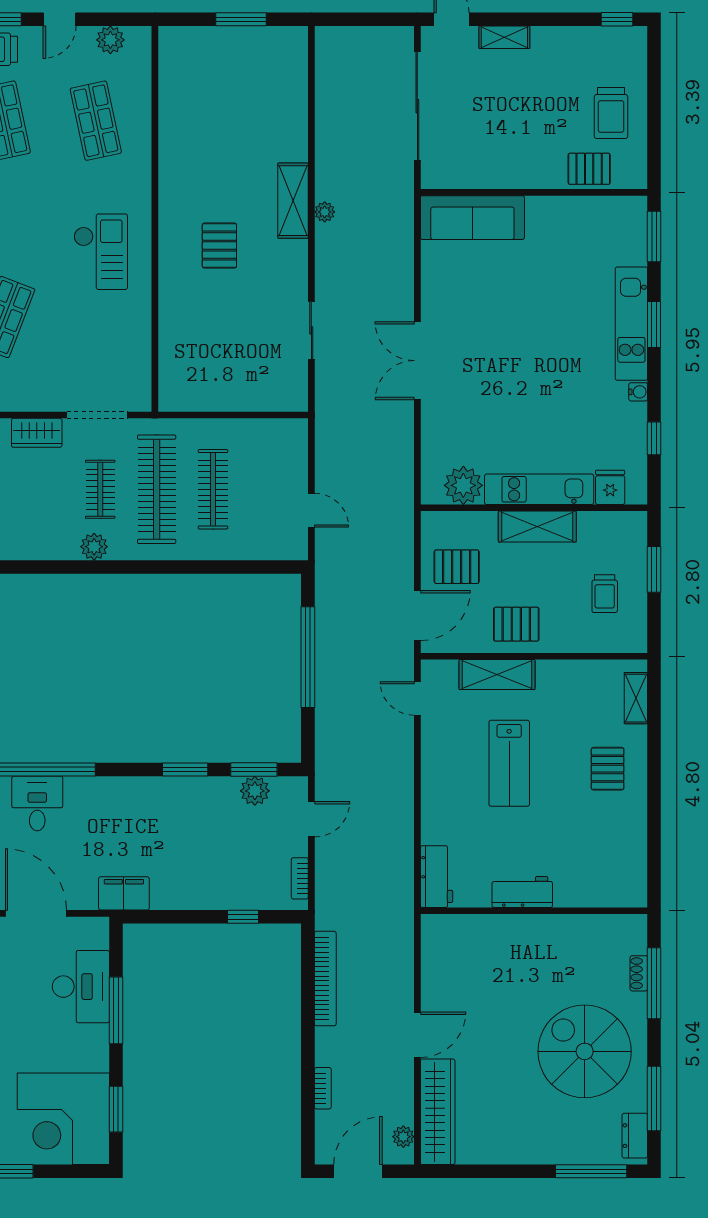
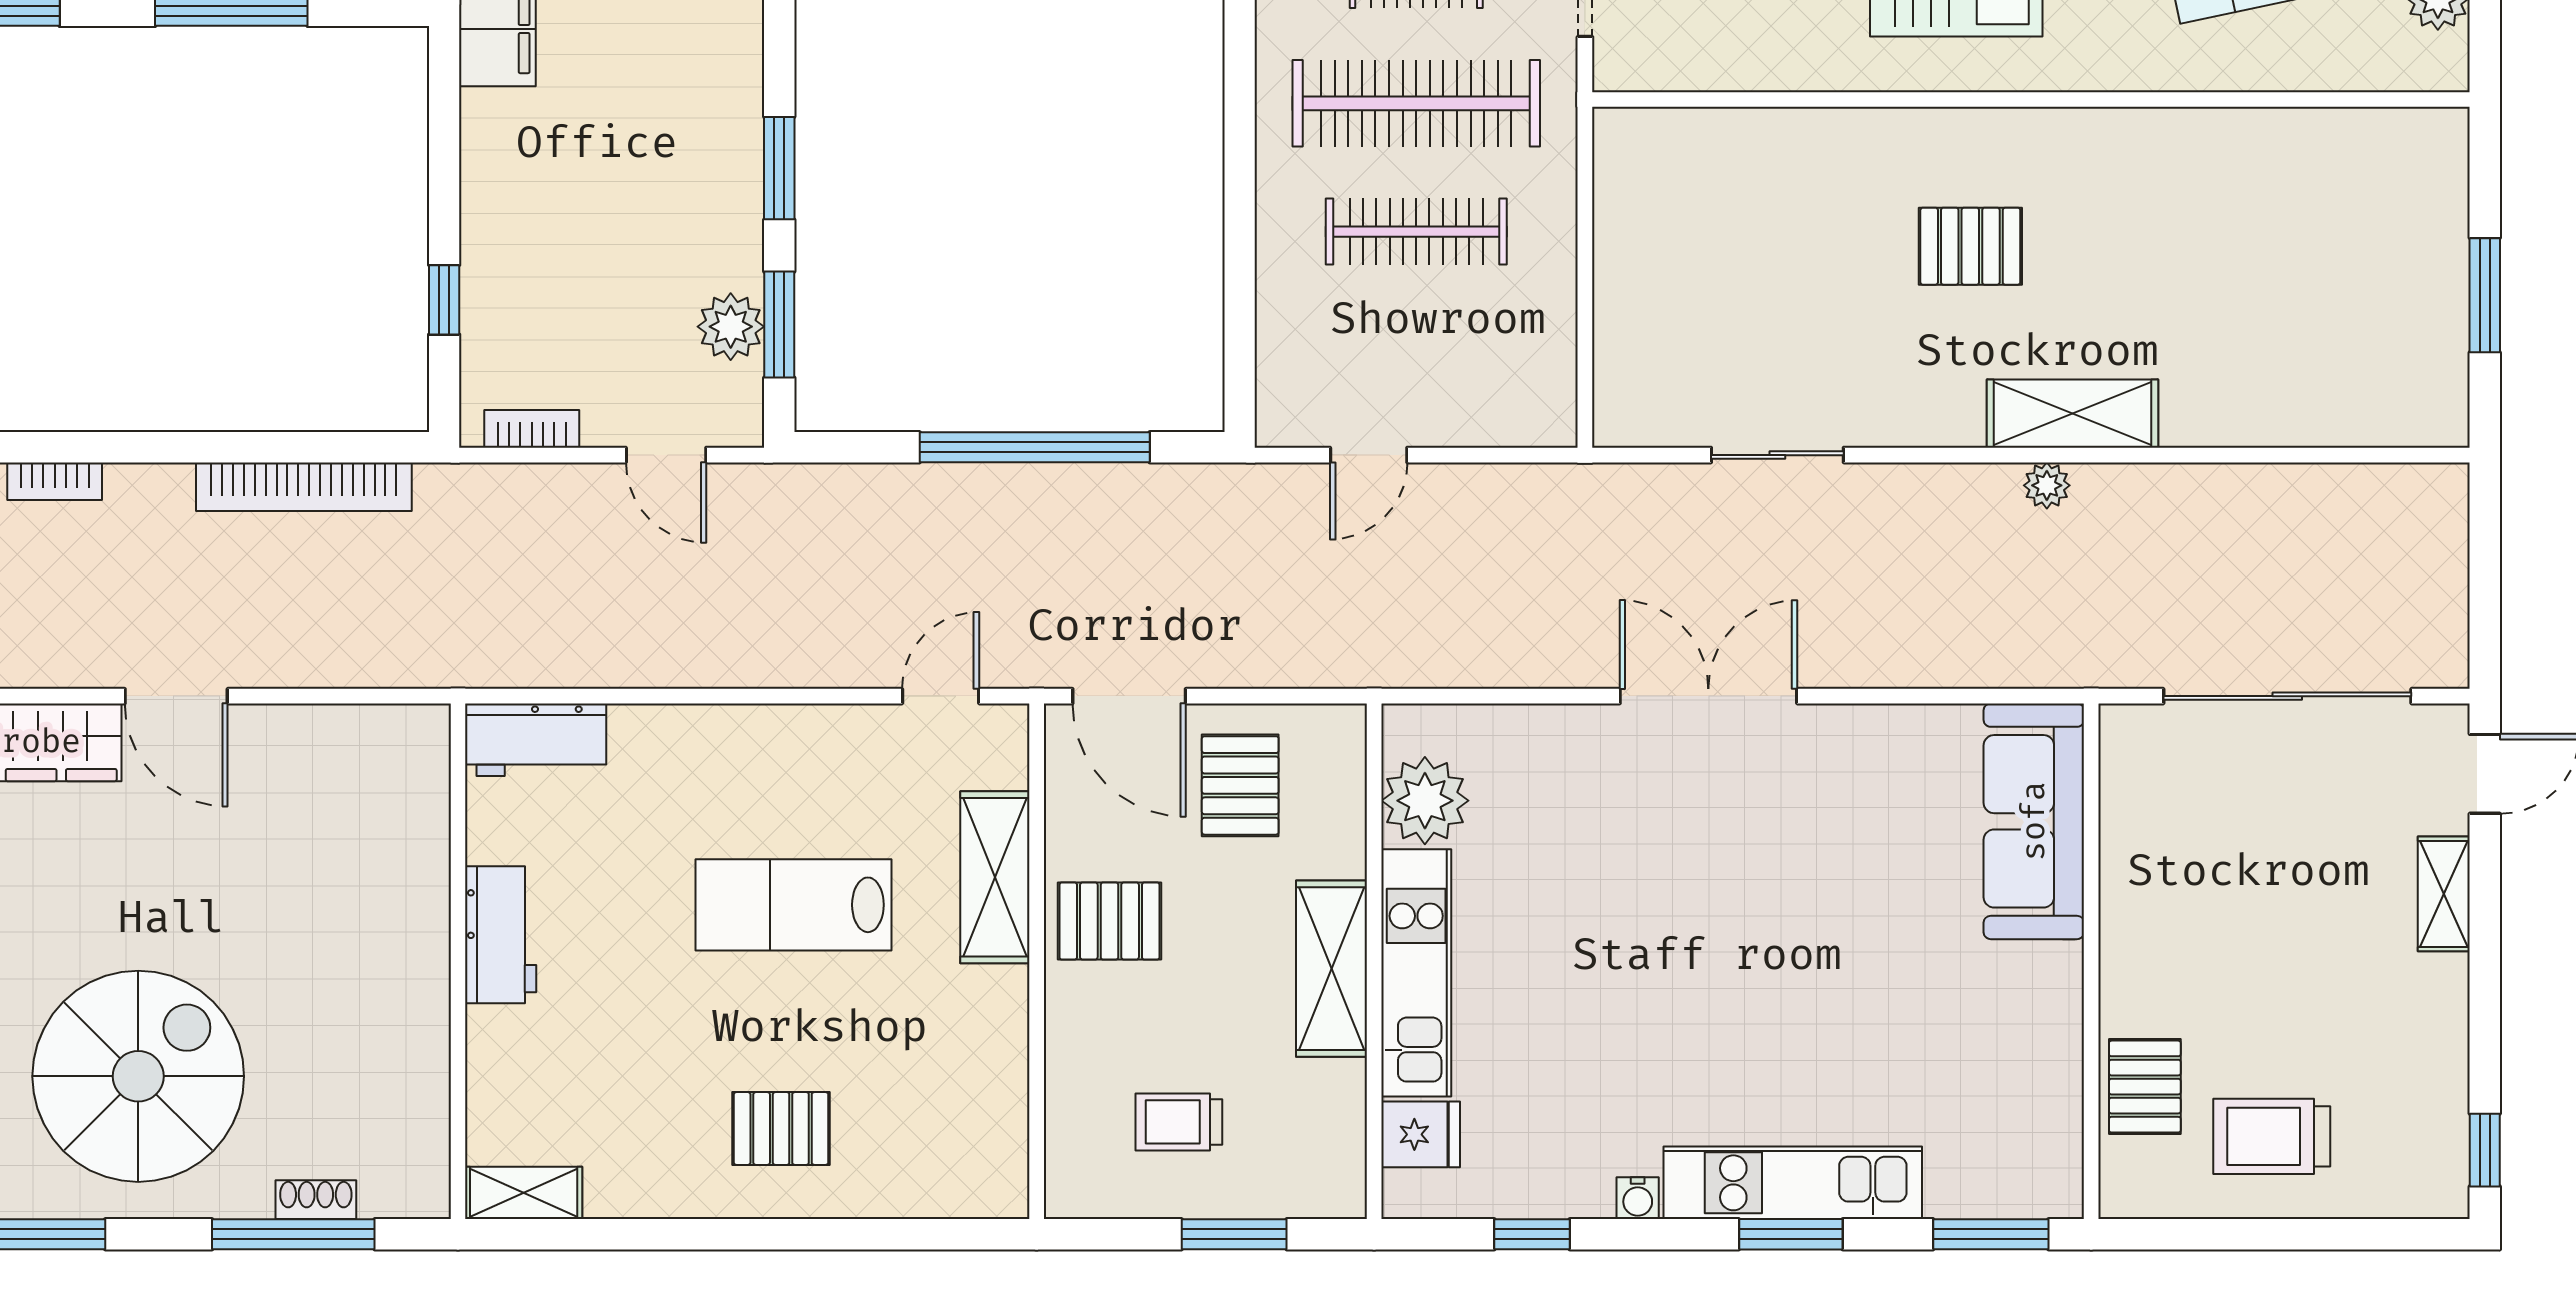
pallet: (516, 624) -> (1109, 921), turned 90
shelving: (636, 698) -> (524, 1193), moved

